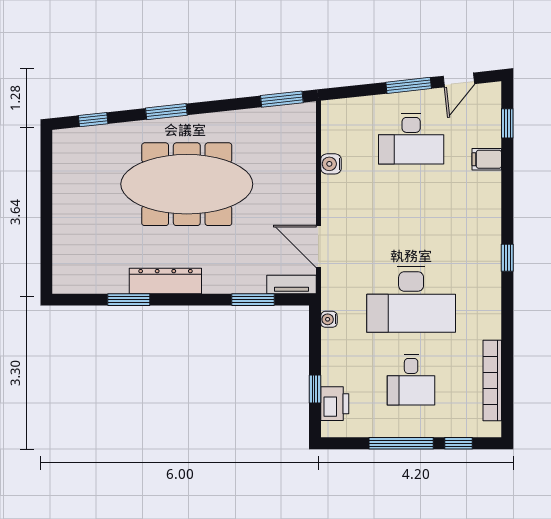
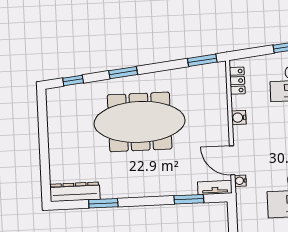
locker: (331, 131) -> (237, 81), added
water cooler: (331, 164) -> (239, 118), moved
dresser: (165, 281) -> (75, 192), moved
water cooler: (329, 319) -> (240, 181), moved

